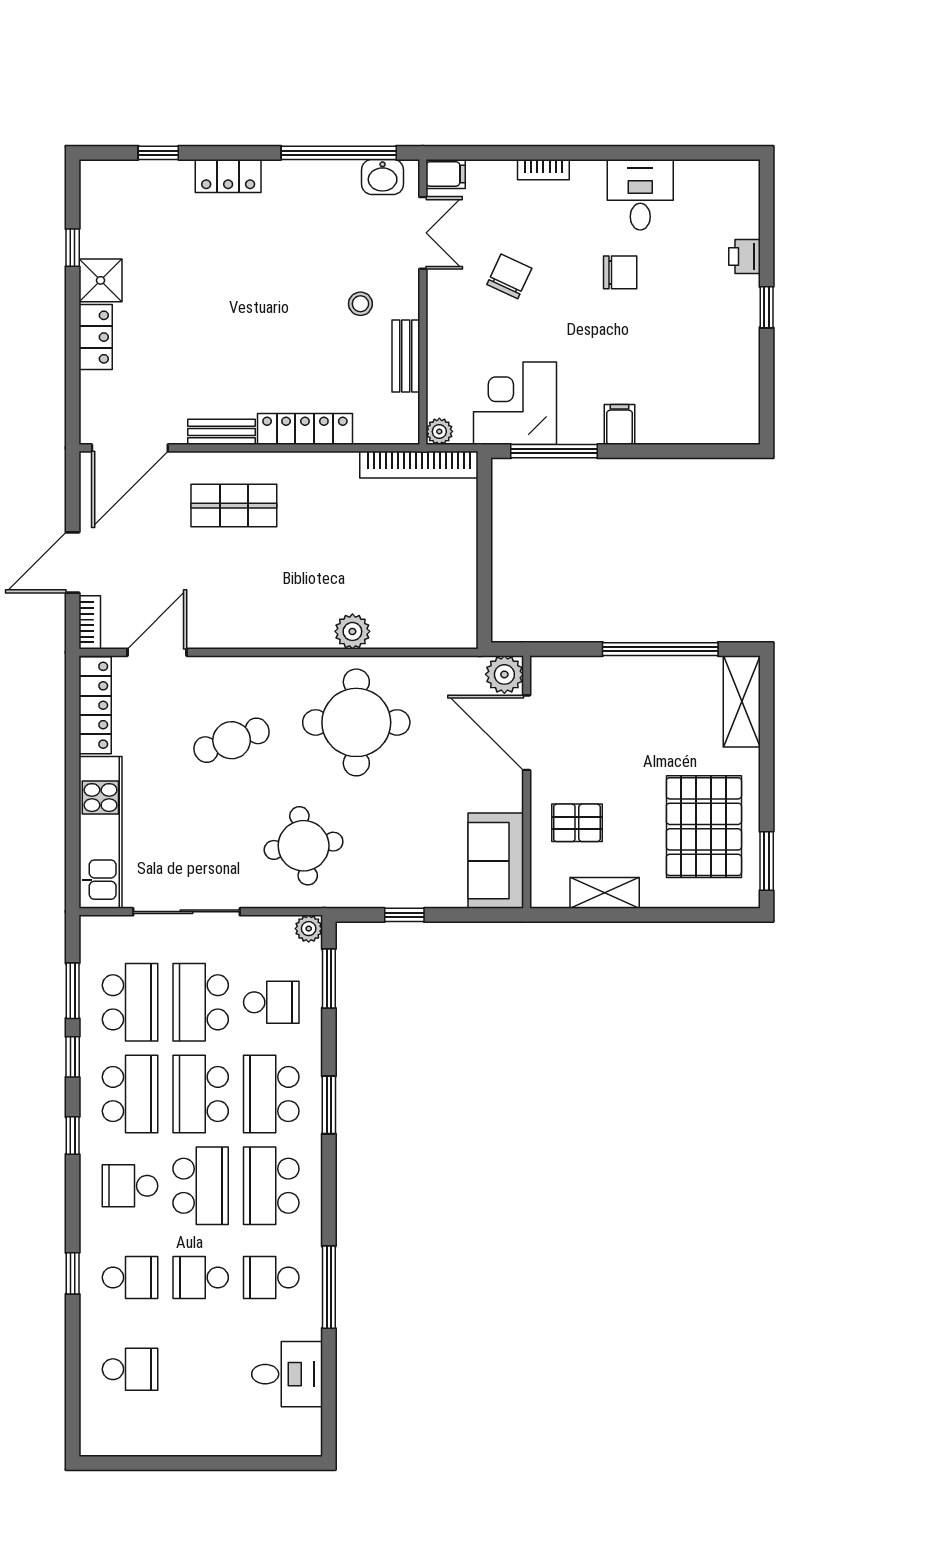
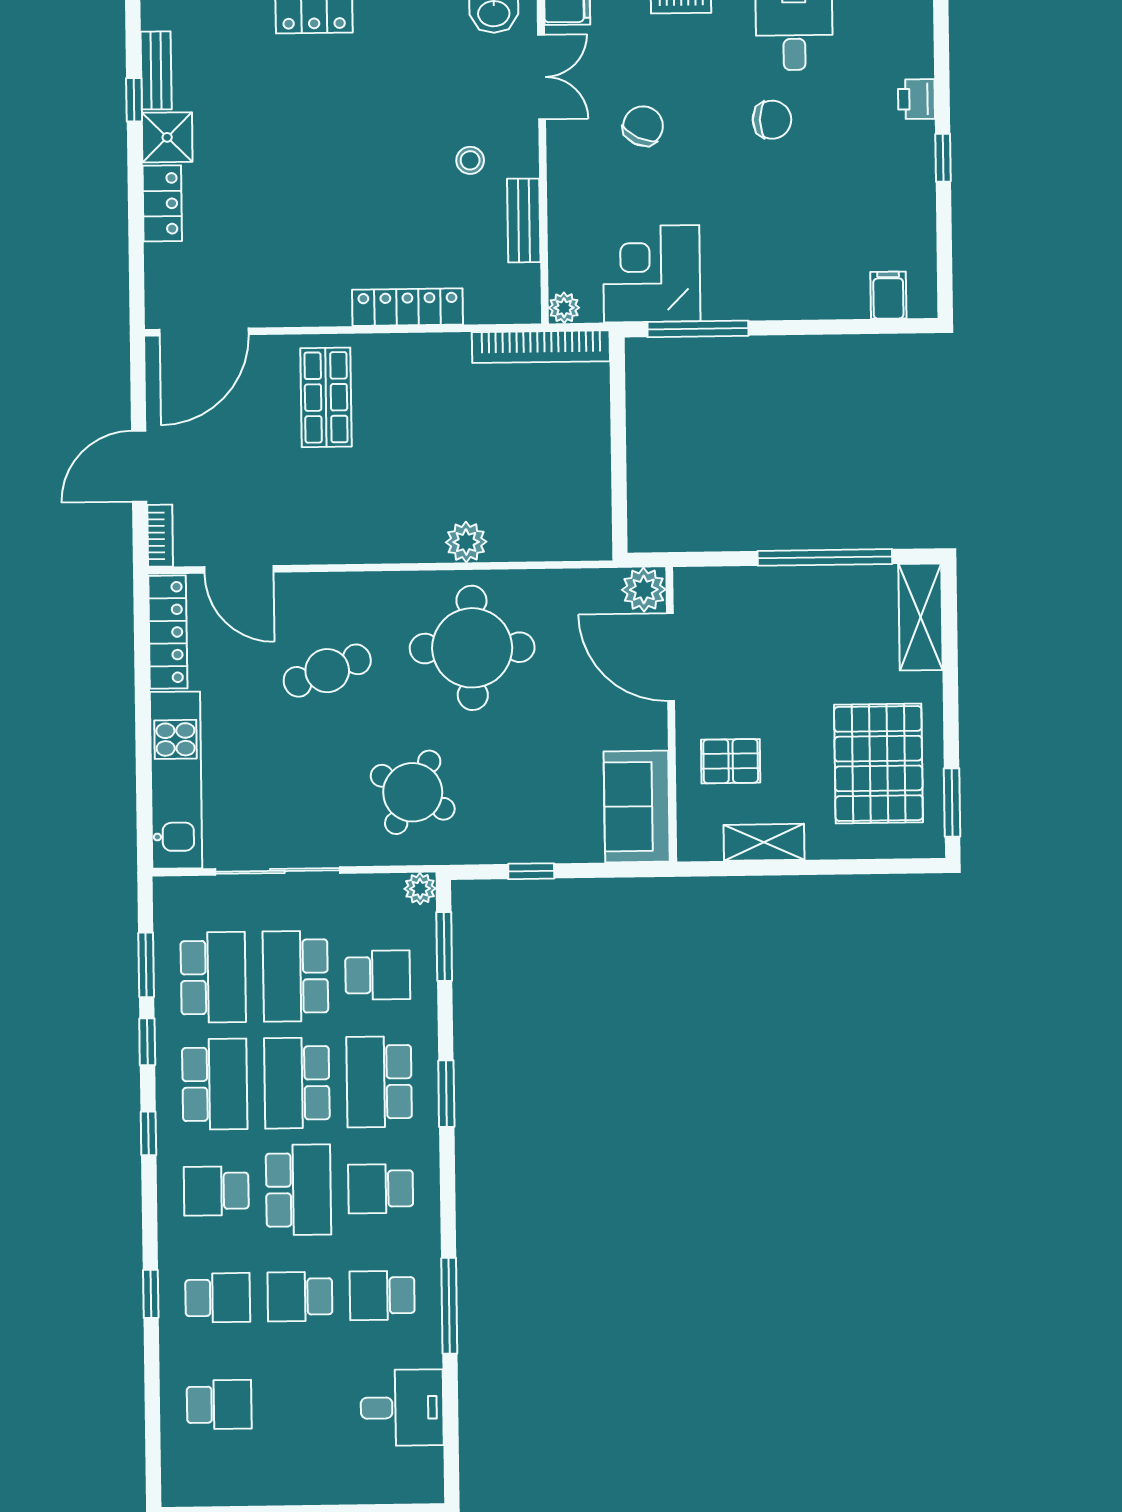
filing cabinet: (620, 425) -> (888, 295), moved
bench: (221, 432) -> (156, 70), moved, turned 90
shop shelf: (234, 506) -> (326, 397), turned 90
door: (157, 652) -> (239, 569), swing flipped
round table: (304, 846) -> (413, 792), turned 37
school desk: (271, 1186) -> (381, 1189), width x0.54

